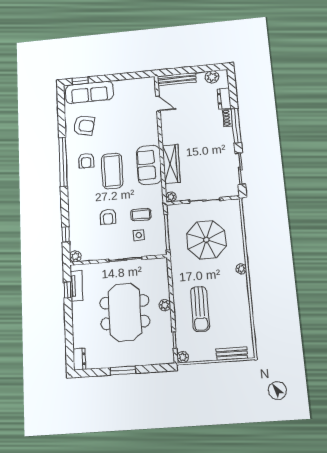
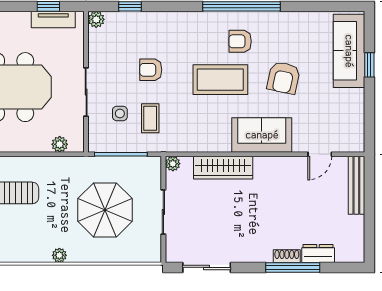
plant: (212, 77) -> (354, 238), removed
window: (80, 81) -> (369, 65), moved
armchair: (84, 126) -> (284, 78), moved
window: (236, 126) -> (293, 267), moved
sofa: (149, 165) -> (262, 135), moved
plant: (165, 305) -> (60, 144), moved

